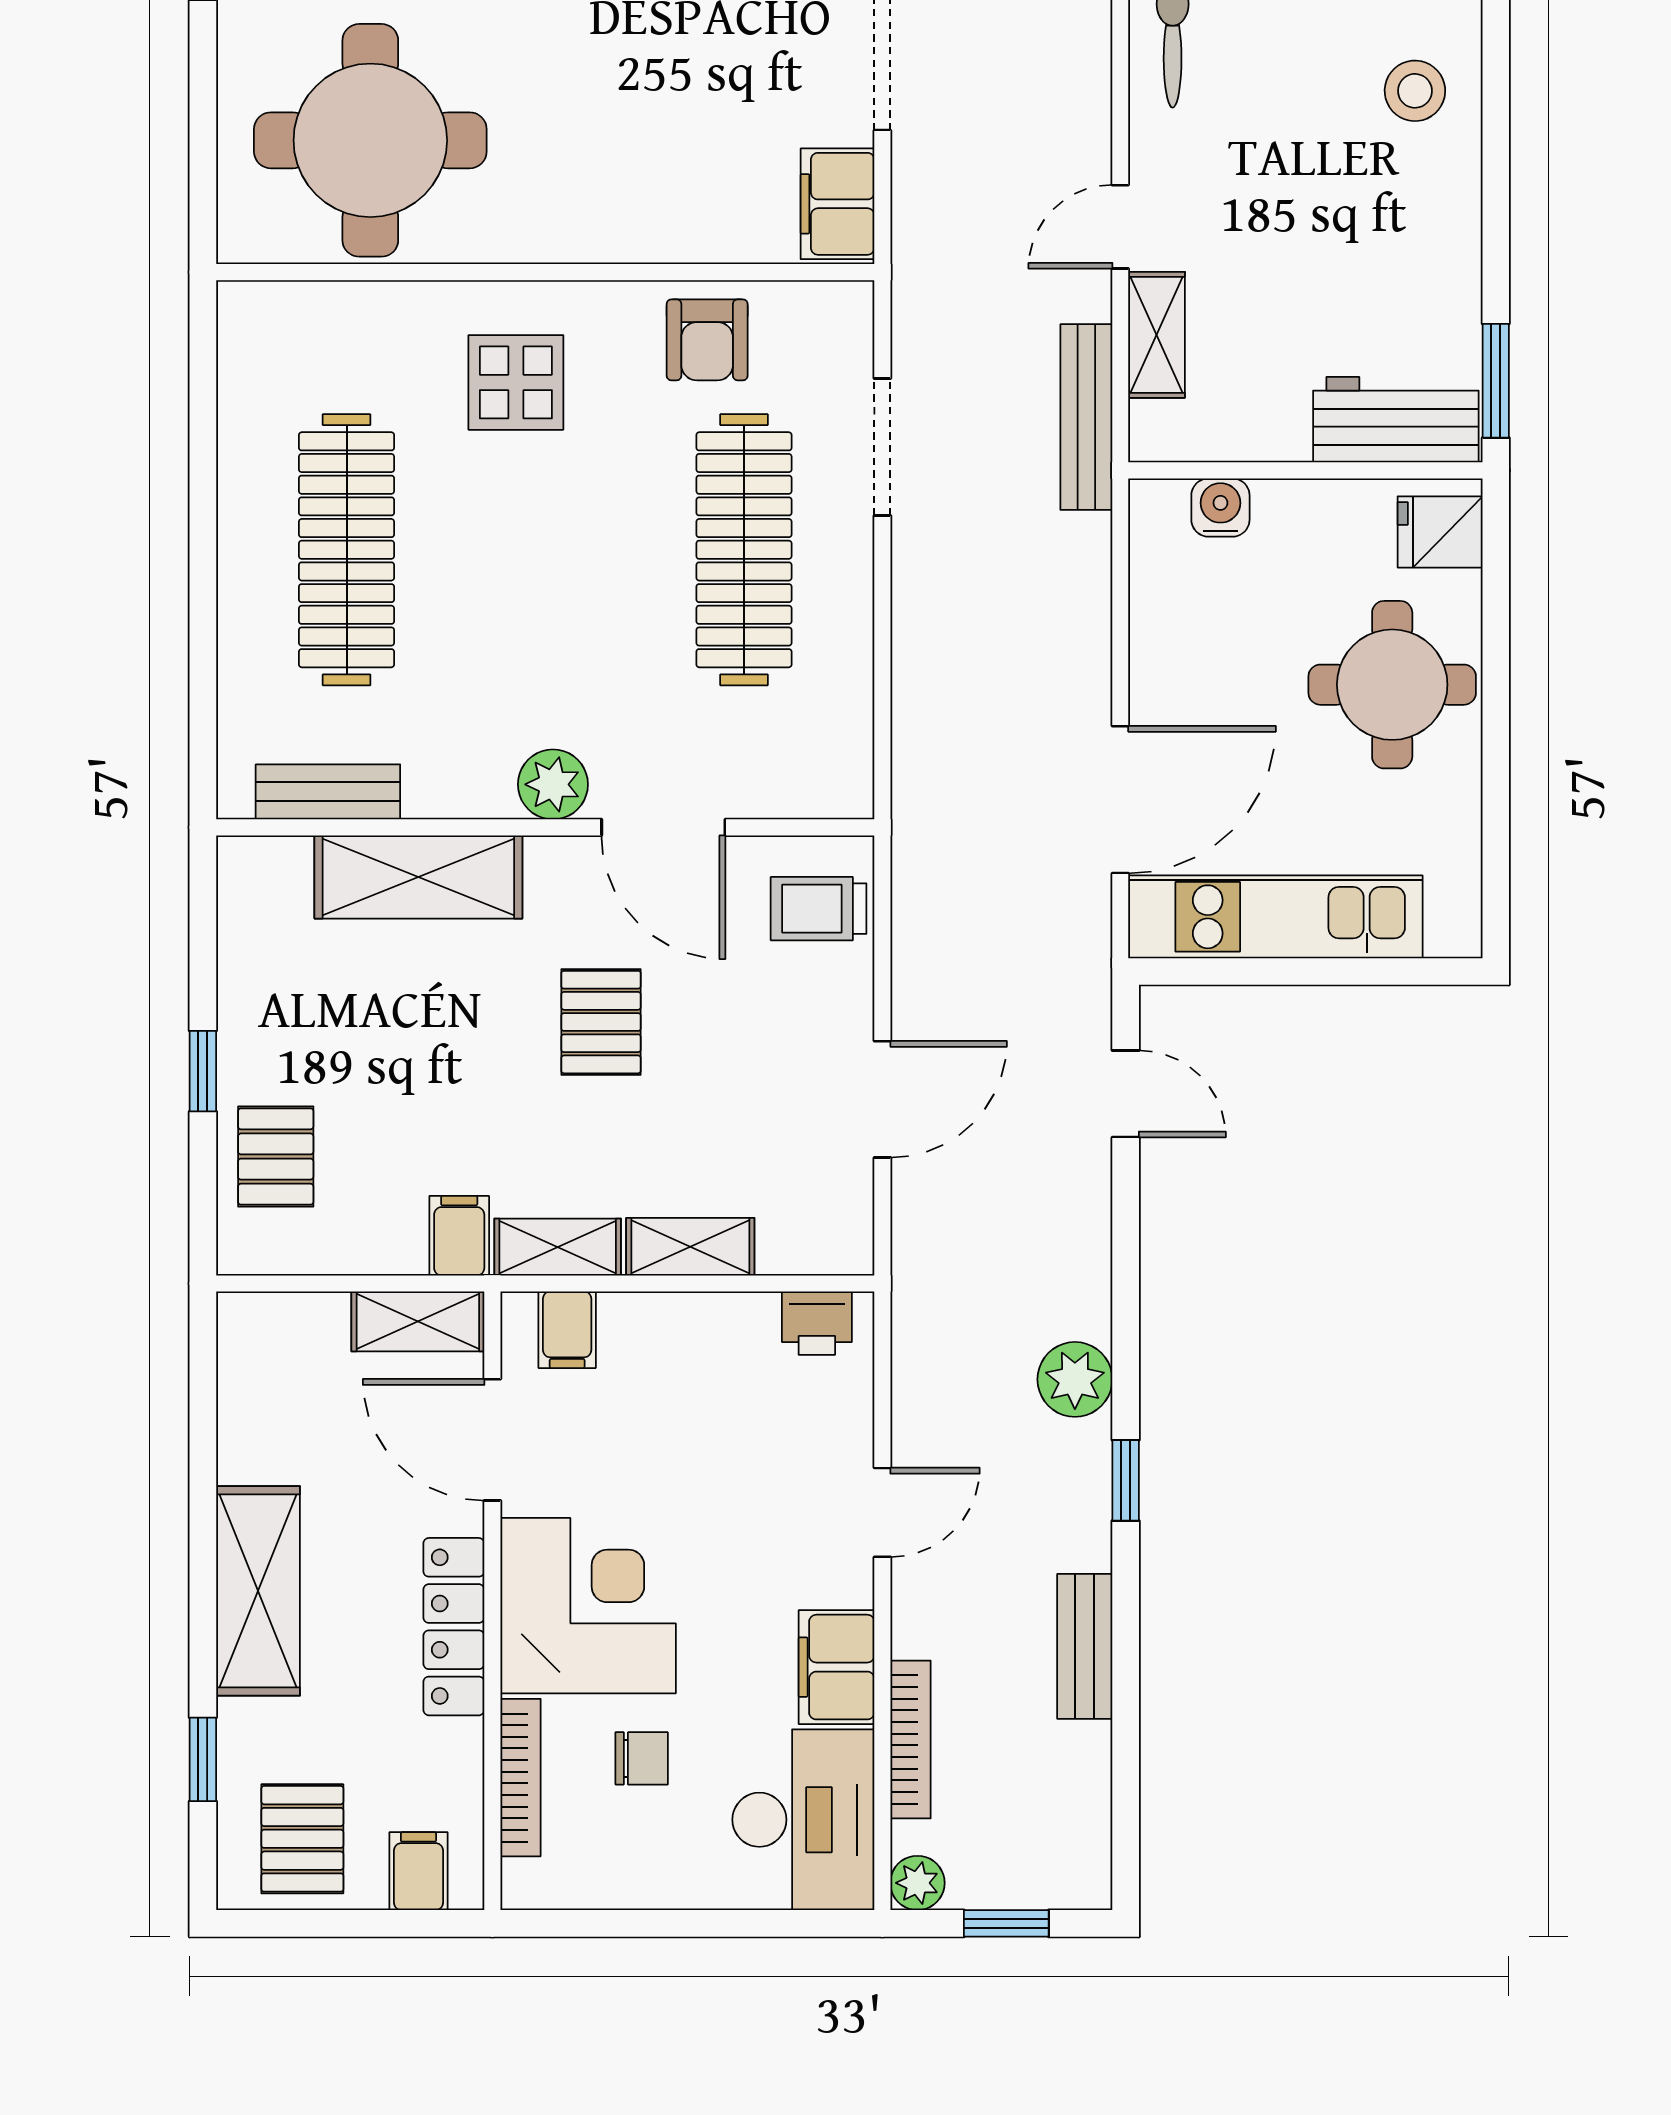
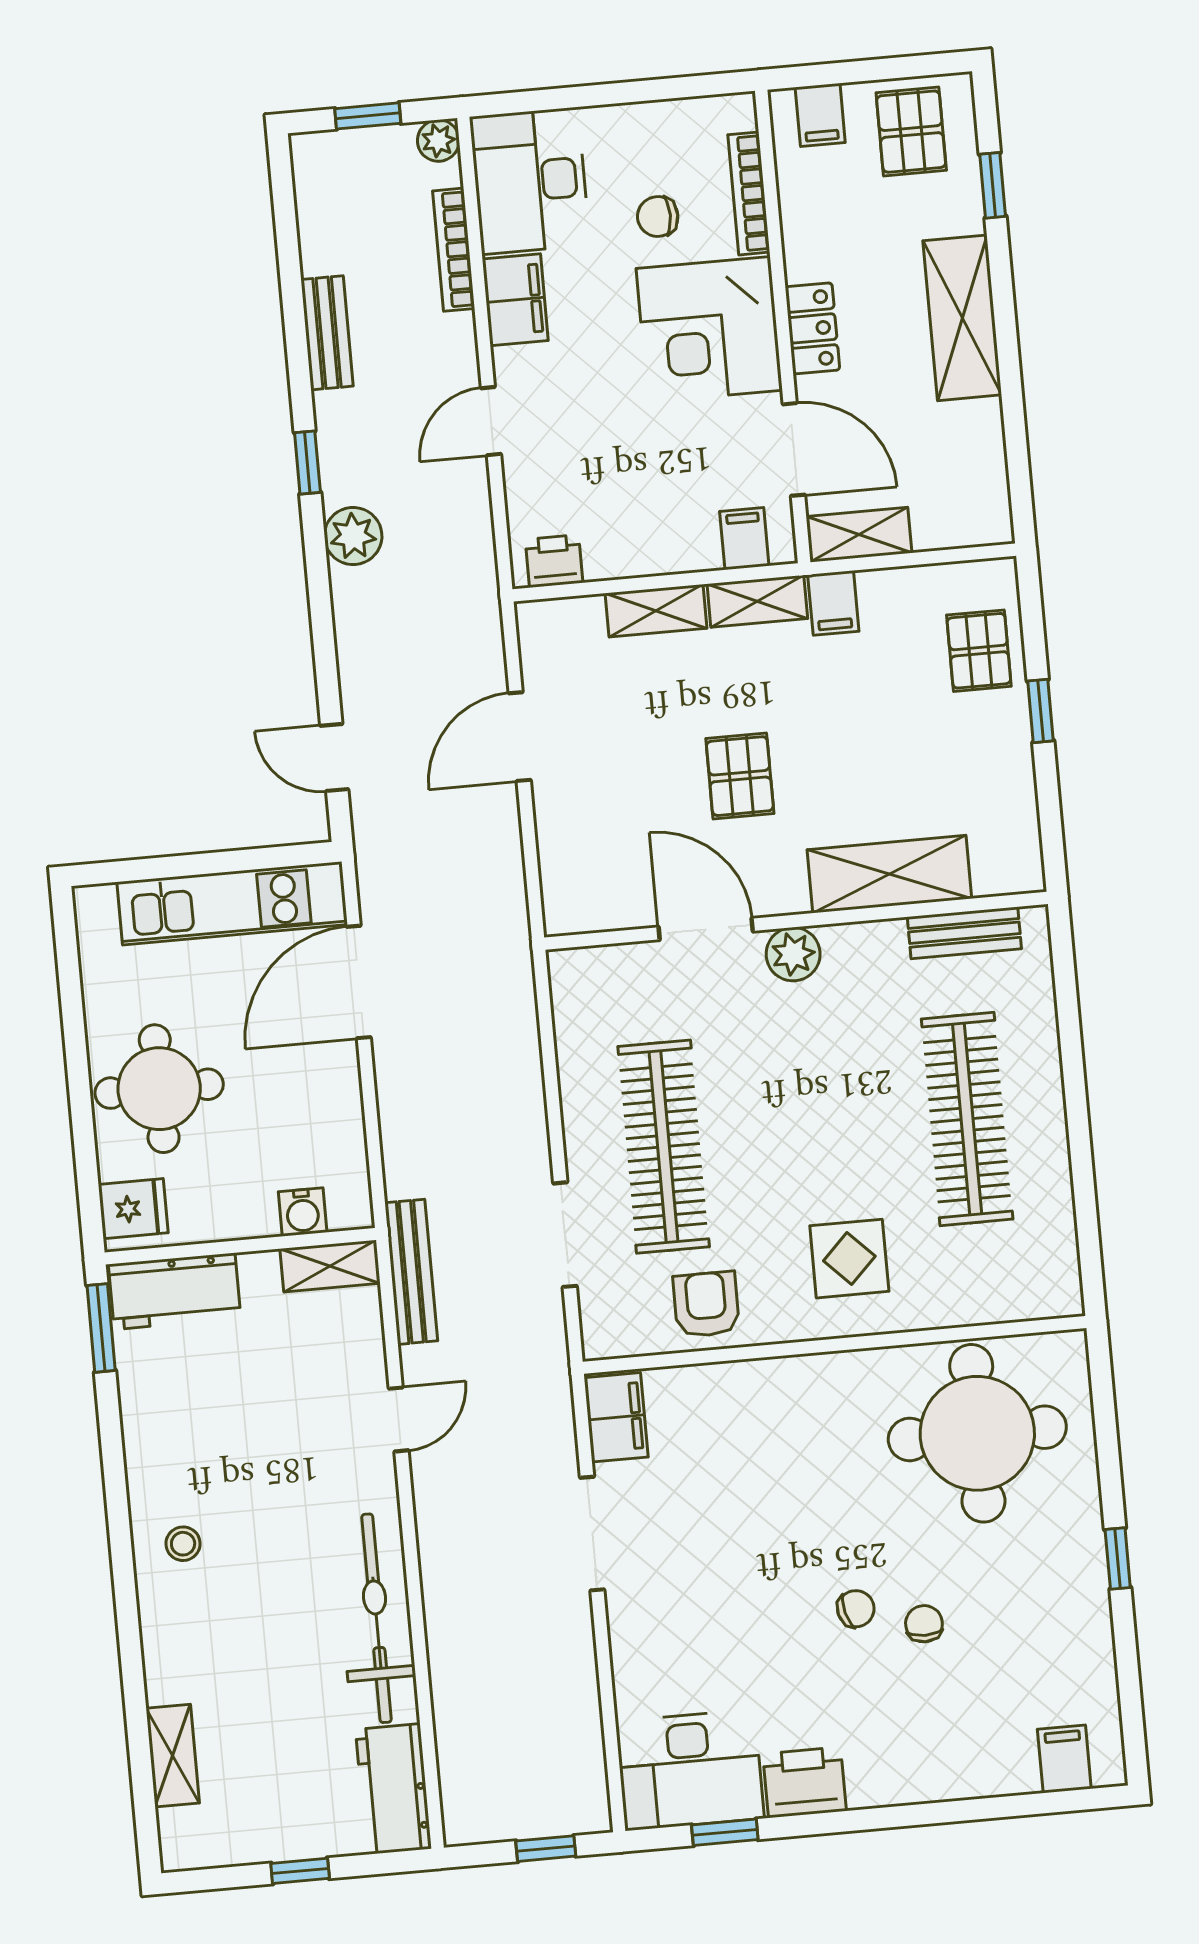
stool: (1415, 91) -> (183, 1544), width x0.73, depth x0.73
shelving: (1157, 335) -> (330, 1266), moved, turned 90
trolley: (819, 909) -> (582, 878), removed
locker: (454, 1627) -> (812, 328), width x0.66

